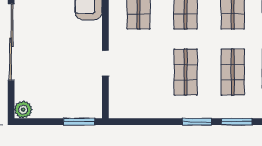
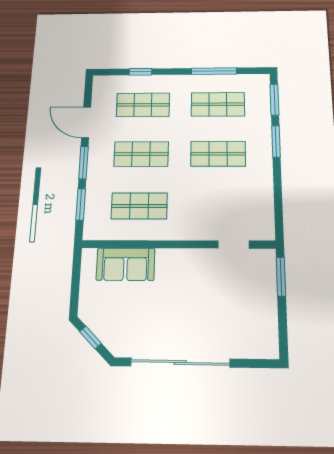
doorway: (105, 63) -> (234, 245), moved
plant: (23, 110) -> (268, 348), removed

